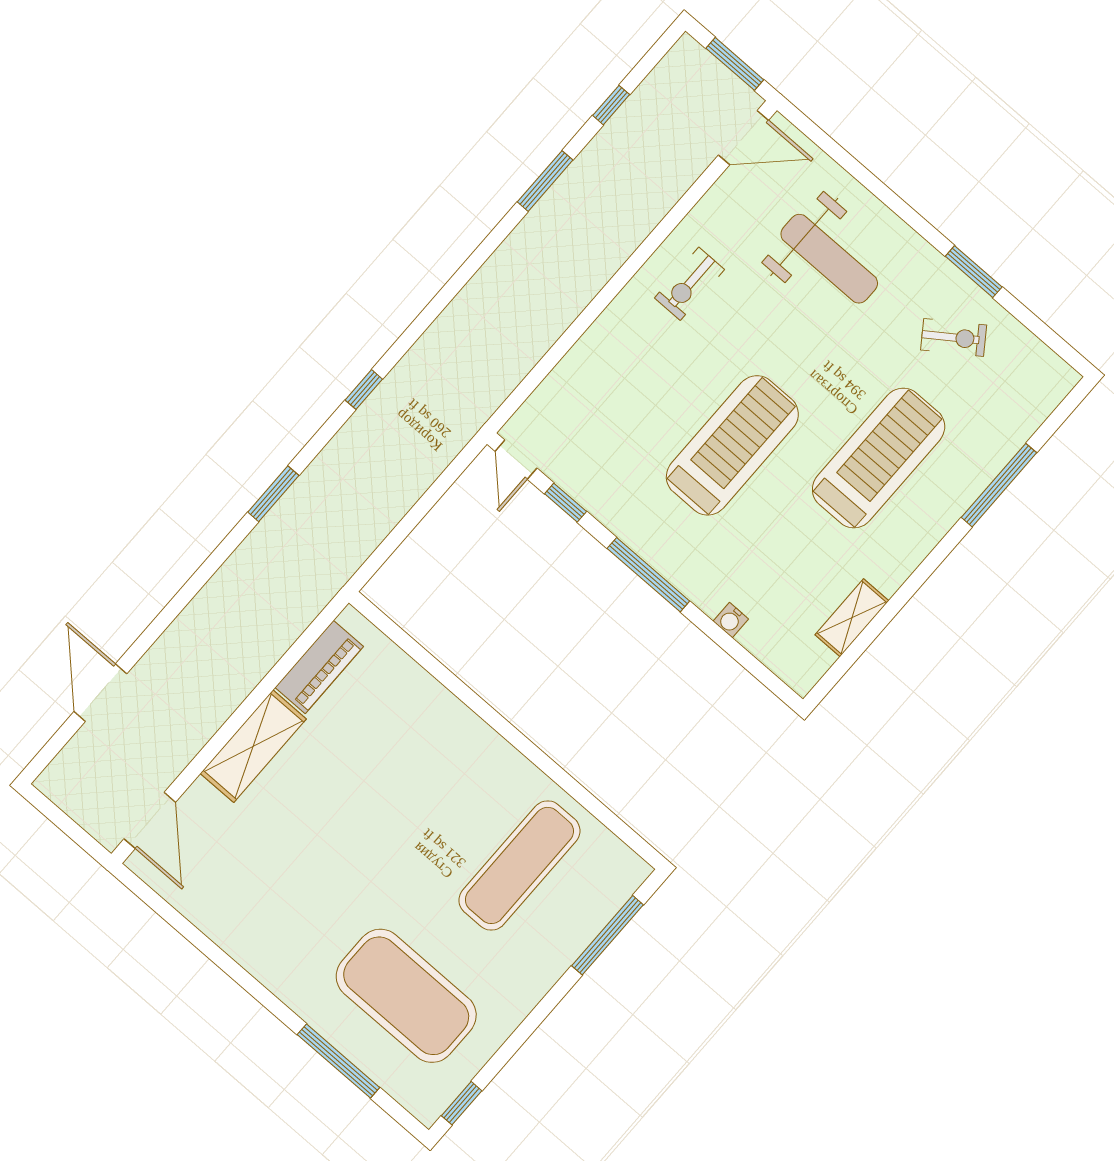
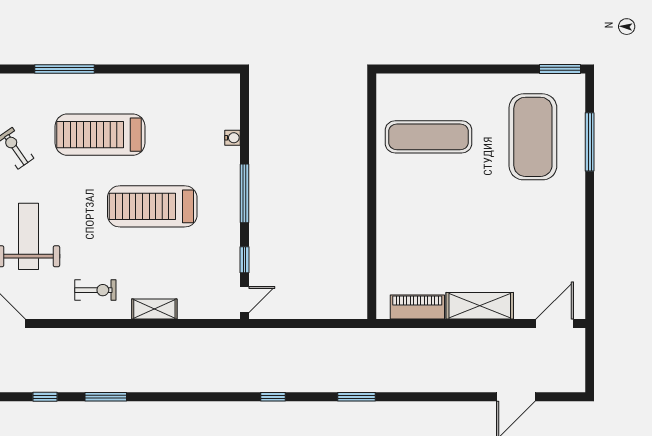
shelving: (852, 618) -> (154, 309), moved
window: (608, 935) -> (425, 69), removed
window: (462, 1103) -> (560, 69), width x1.50

